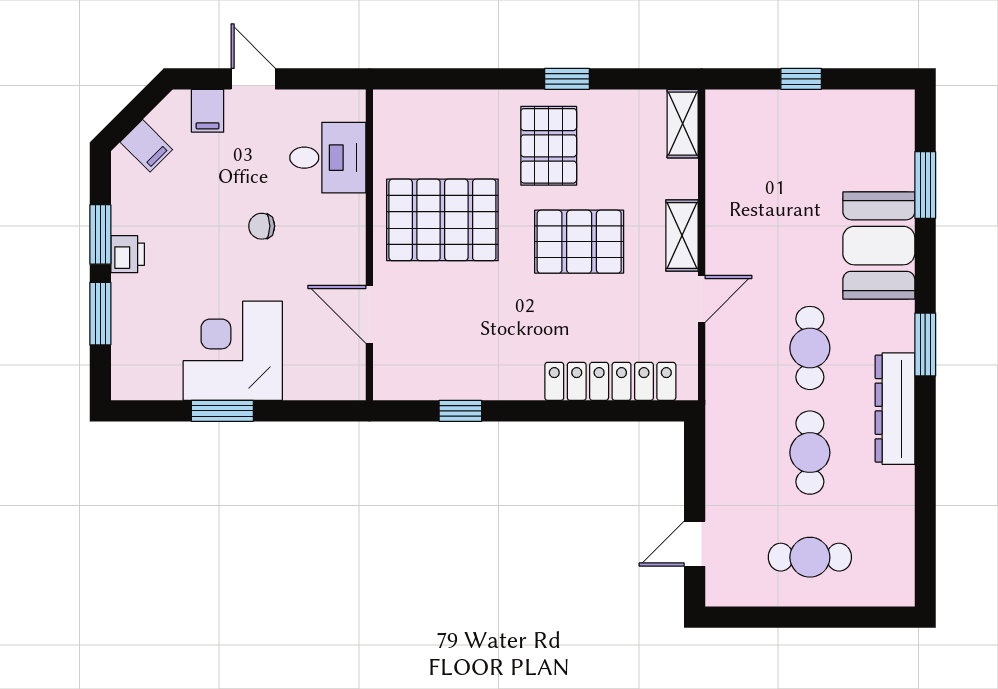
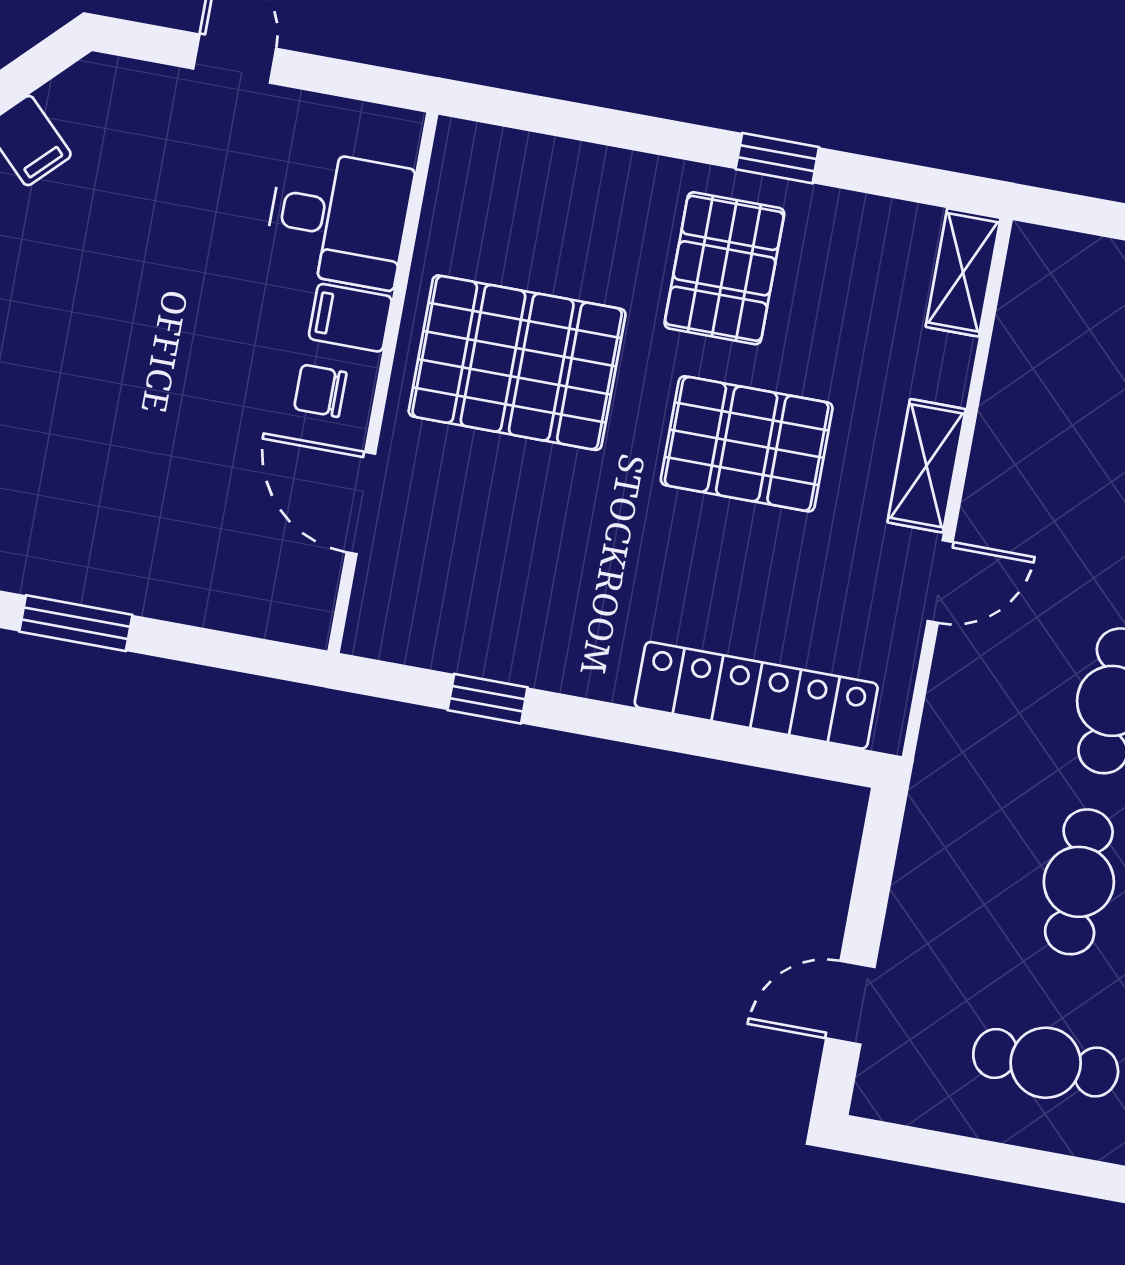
filing cabinet: (208, 111) -> (350, 318), moved, turned 90
chair: (262, 226) -> (320, 391), moved
corner desk: (233, 351) -> (113, 523), removed

